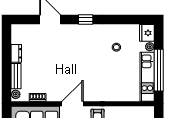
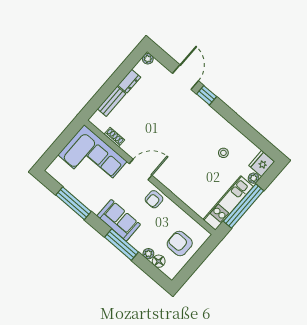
window: (86, 20) -> (207, 95), moved
plant: (16, 94) -> (148, 59), moved

